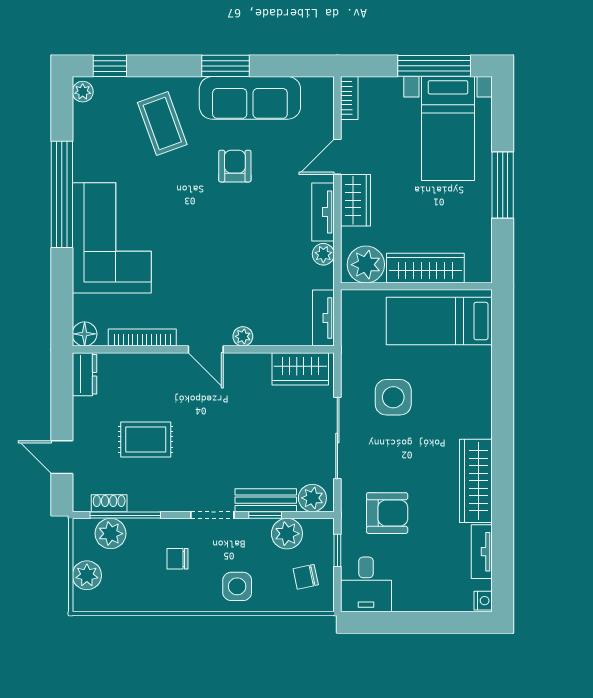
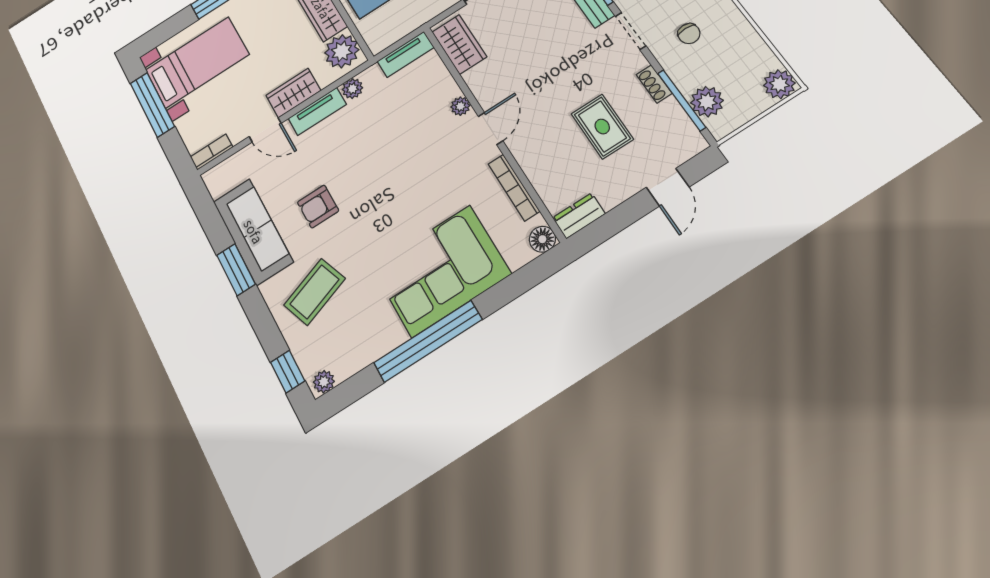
shoe rack: (109, 503) -> (654, 84), moved
plant: (87, 575) -> (779, 84), moved

